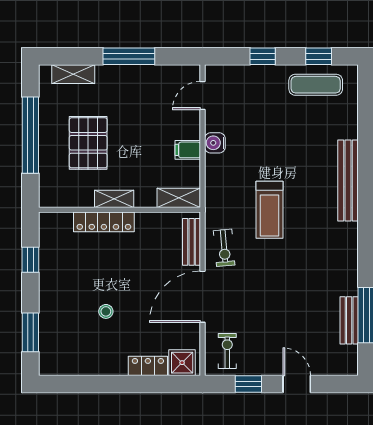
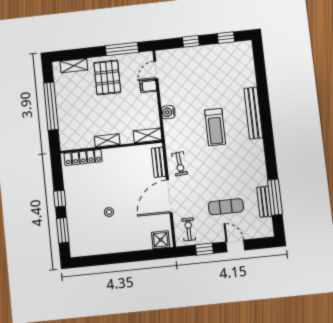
window: (129, 56) -> (122, 49), moved
exercise mat: (316, 85) -> (226, 207), moved
pallet: (88, 143) -> (107, 77), moved
water cooler: (215, 143) -> (168, 112), moved
filing cabinet: (188, 150) -> (148, 86), moved
treadmill: (270, 210) -> (215, 127), moved
locker: (104, 222) -> (83, 157), moved
window: (30, 260) -> (60, 199), moved
locker: (148, 366) -> (139, 244), removed

